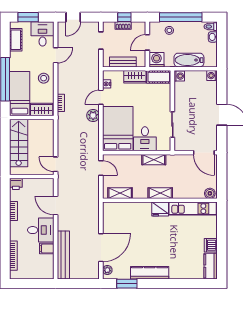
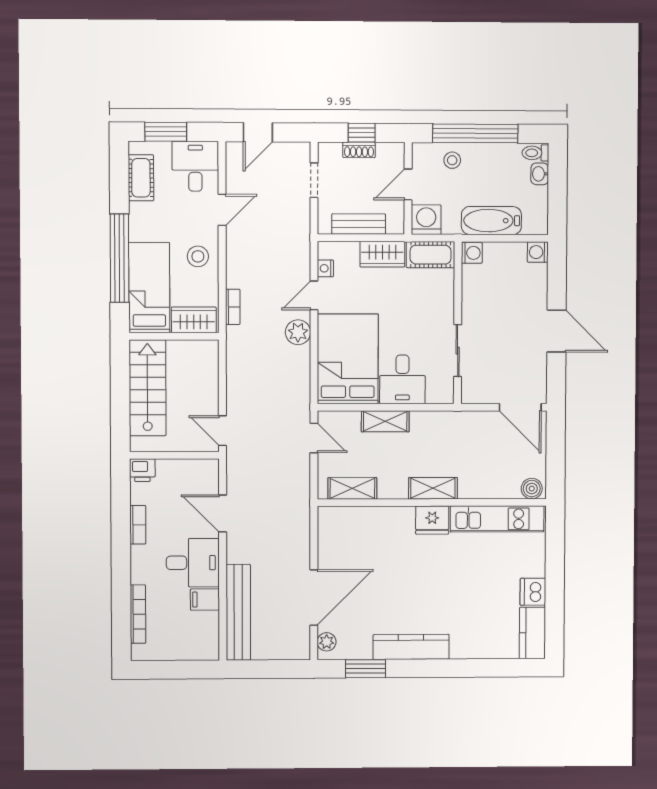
shelving: (154, 160) -> (385, 421), moved

